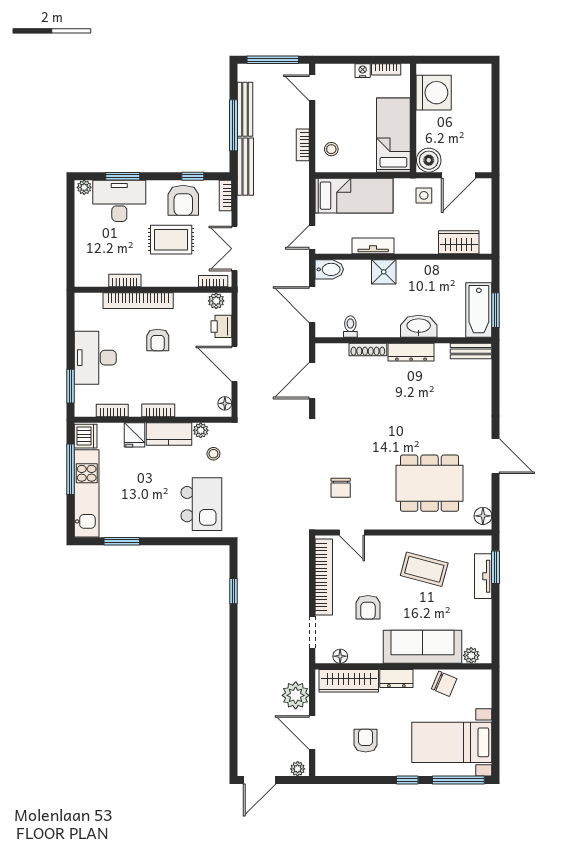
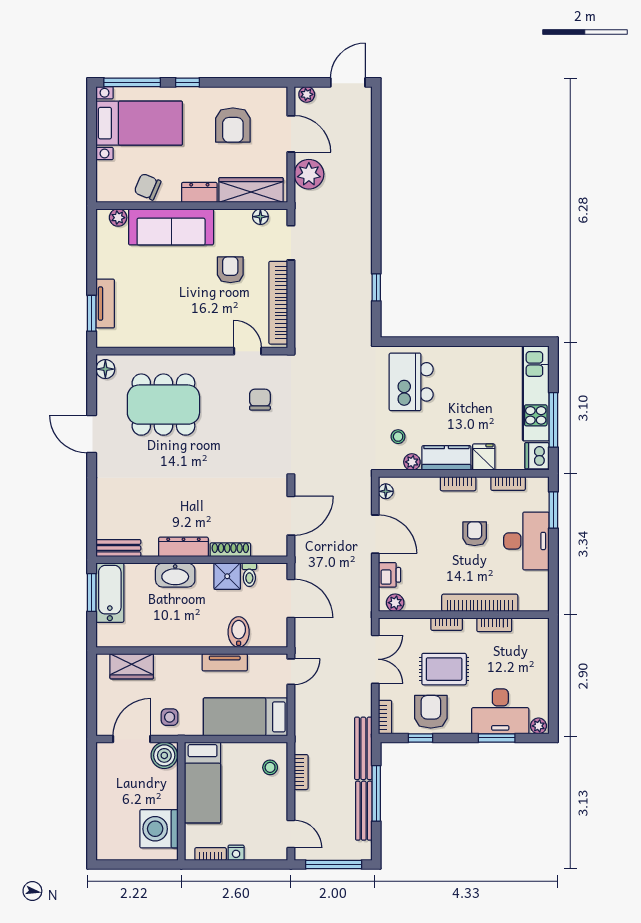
bidet: (329, 269) -> (239, 632), moved, turned 90
shower: (384, 272) -> (227, 576), moved
bookcase: (213, 281) -> (447, 624), moved
armchair: (158, 340) -> (475, 534), moved
window: (122, 541) -> (498, 342), removed
coffee table: (424, 569) -> (169, 311), removed
armchair: (366, 741) -> (233, 125), width x1.38, depth x1.38

